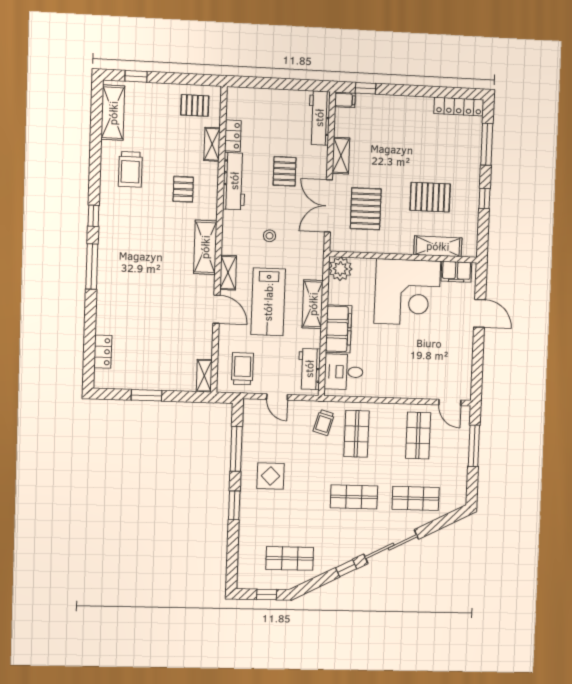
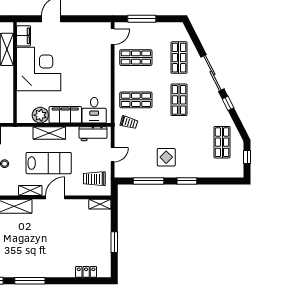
plant: (340, 269) -> (40, 115), moved

